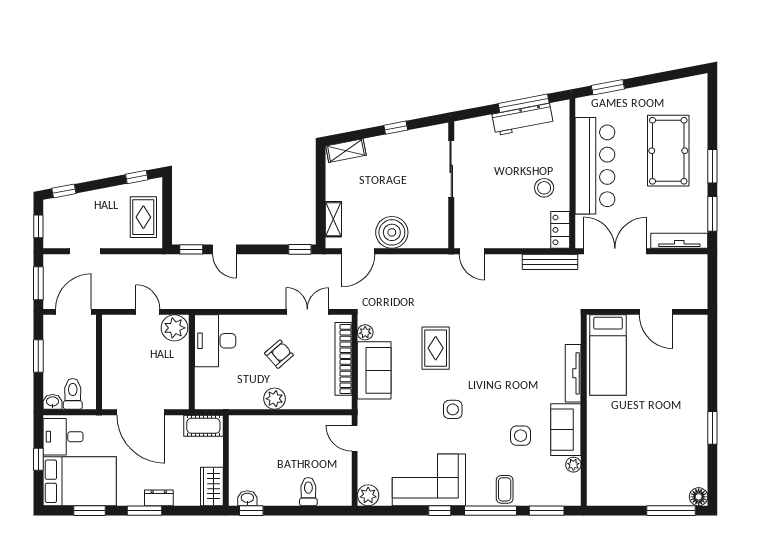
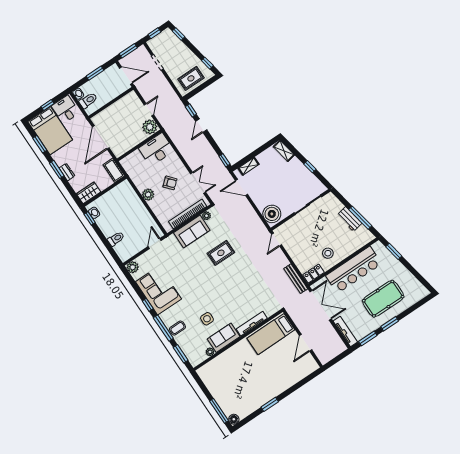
workbench: (523, 119) -> (350, 219), width x0.73
boiler: (392, 232) -> (272, 214), moved
side table: (453, 409) -> (198, 280), removed

